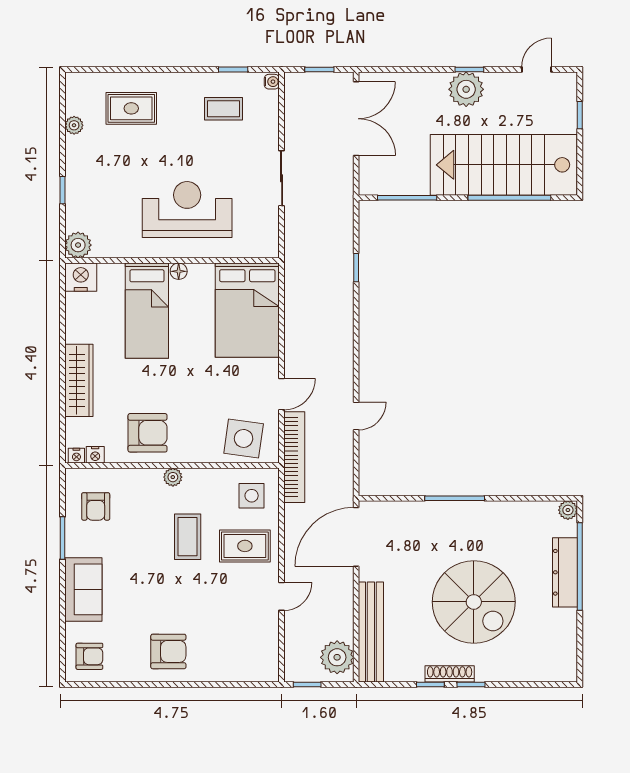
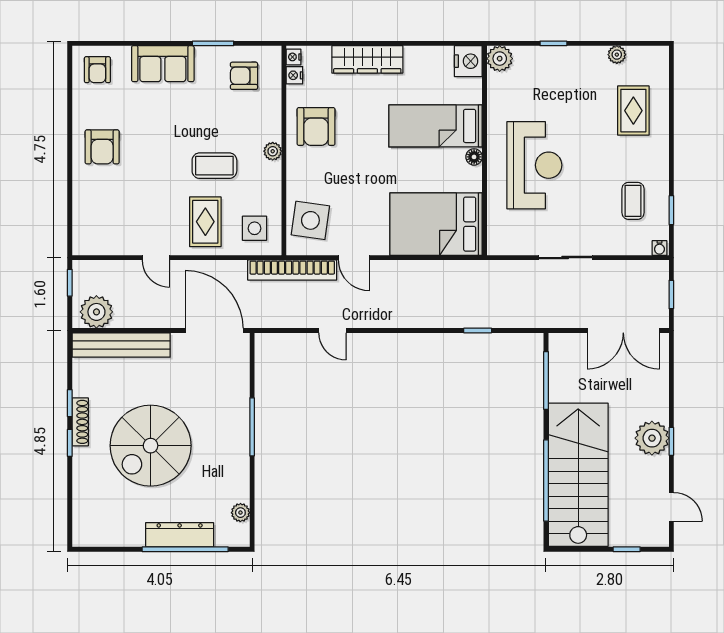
plant: (568, 510) -> (240, 513), moved

